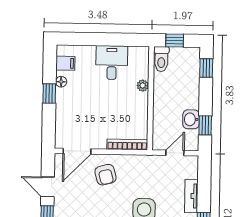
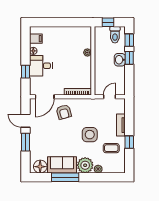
toilet: (161, 59) -> (115, 35), moved
desk: (112, 63) -> (41, 66), moved, turned -90
window: (49, 94) -> (26, 72), moved
washbasin: (191, 119) -> (120, 60), moved
window: (205, 125) -> (129, 58), moved

